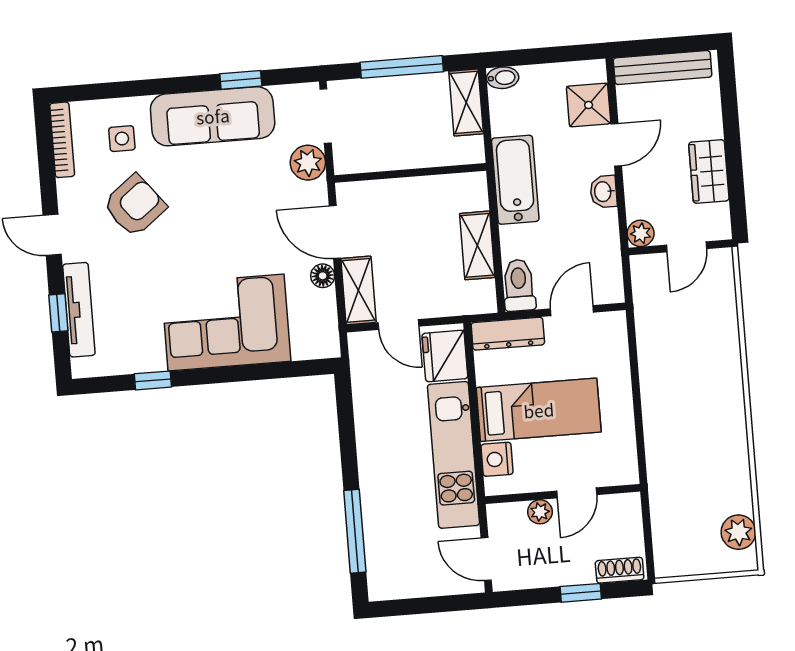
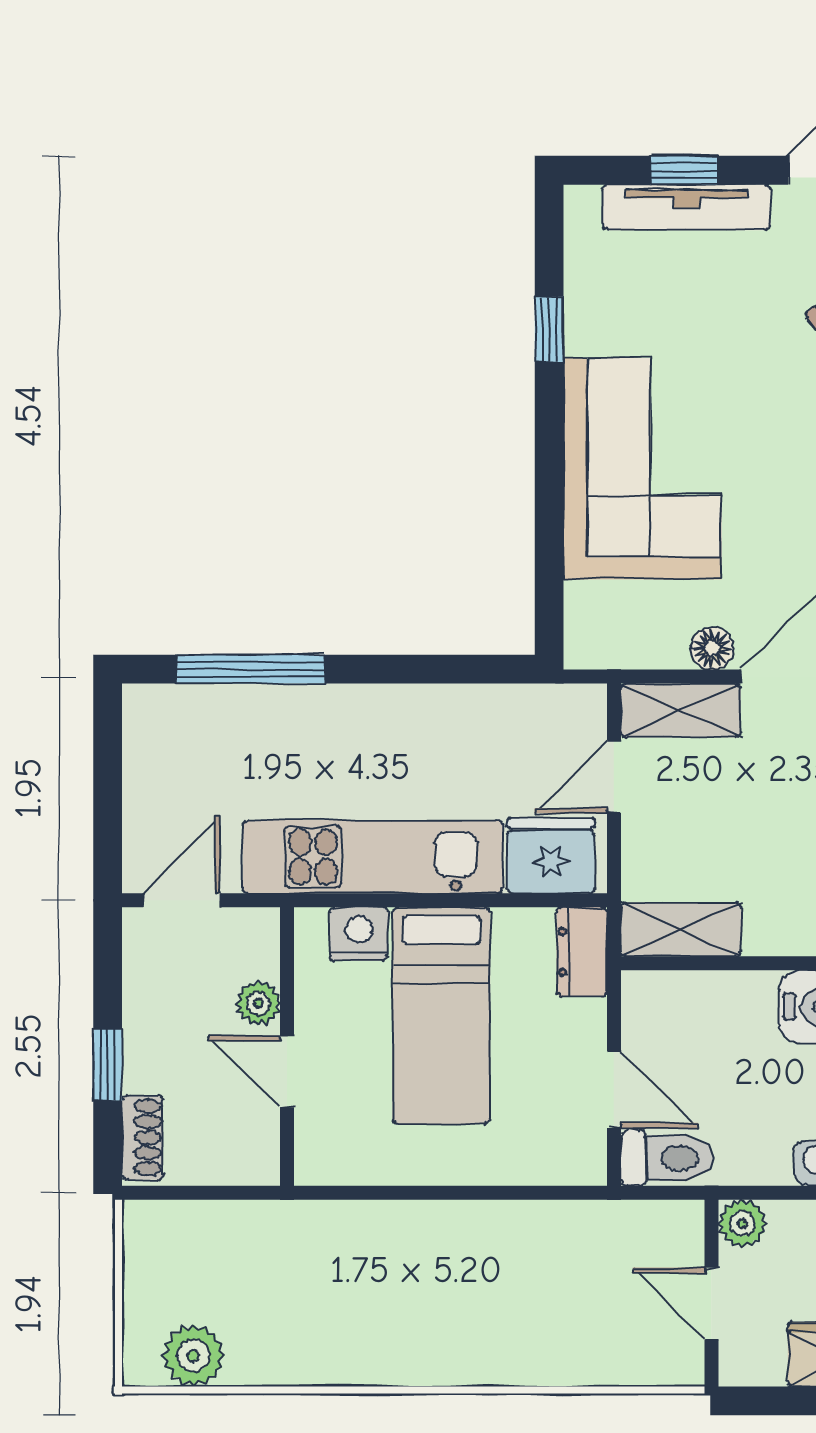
shelving: (477, 245) -> (681, 929), moved
toilet: (519, 285) -> (667, 1158), moved
dresser: (508, 334) -> (582, 952), width x0.70

